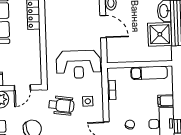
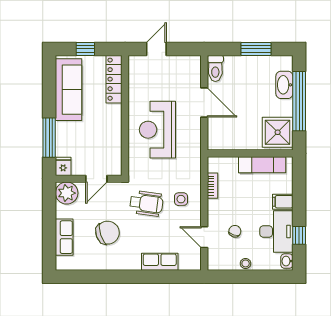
shower: (160, 34) -> (278, 132), moved
reception desk: (79, 64) -> (157, 130), moved, turned 90

